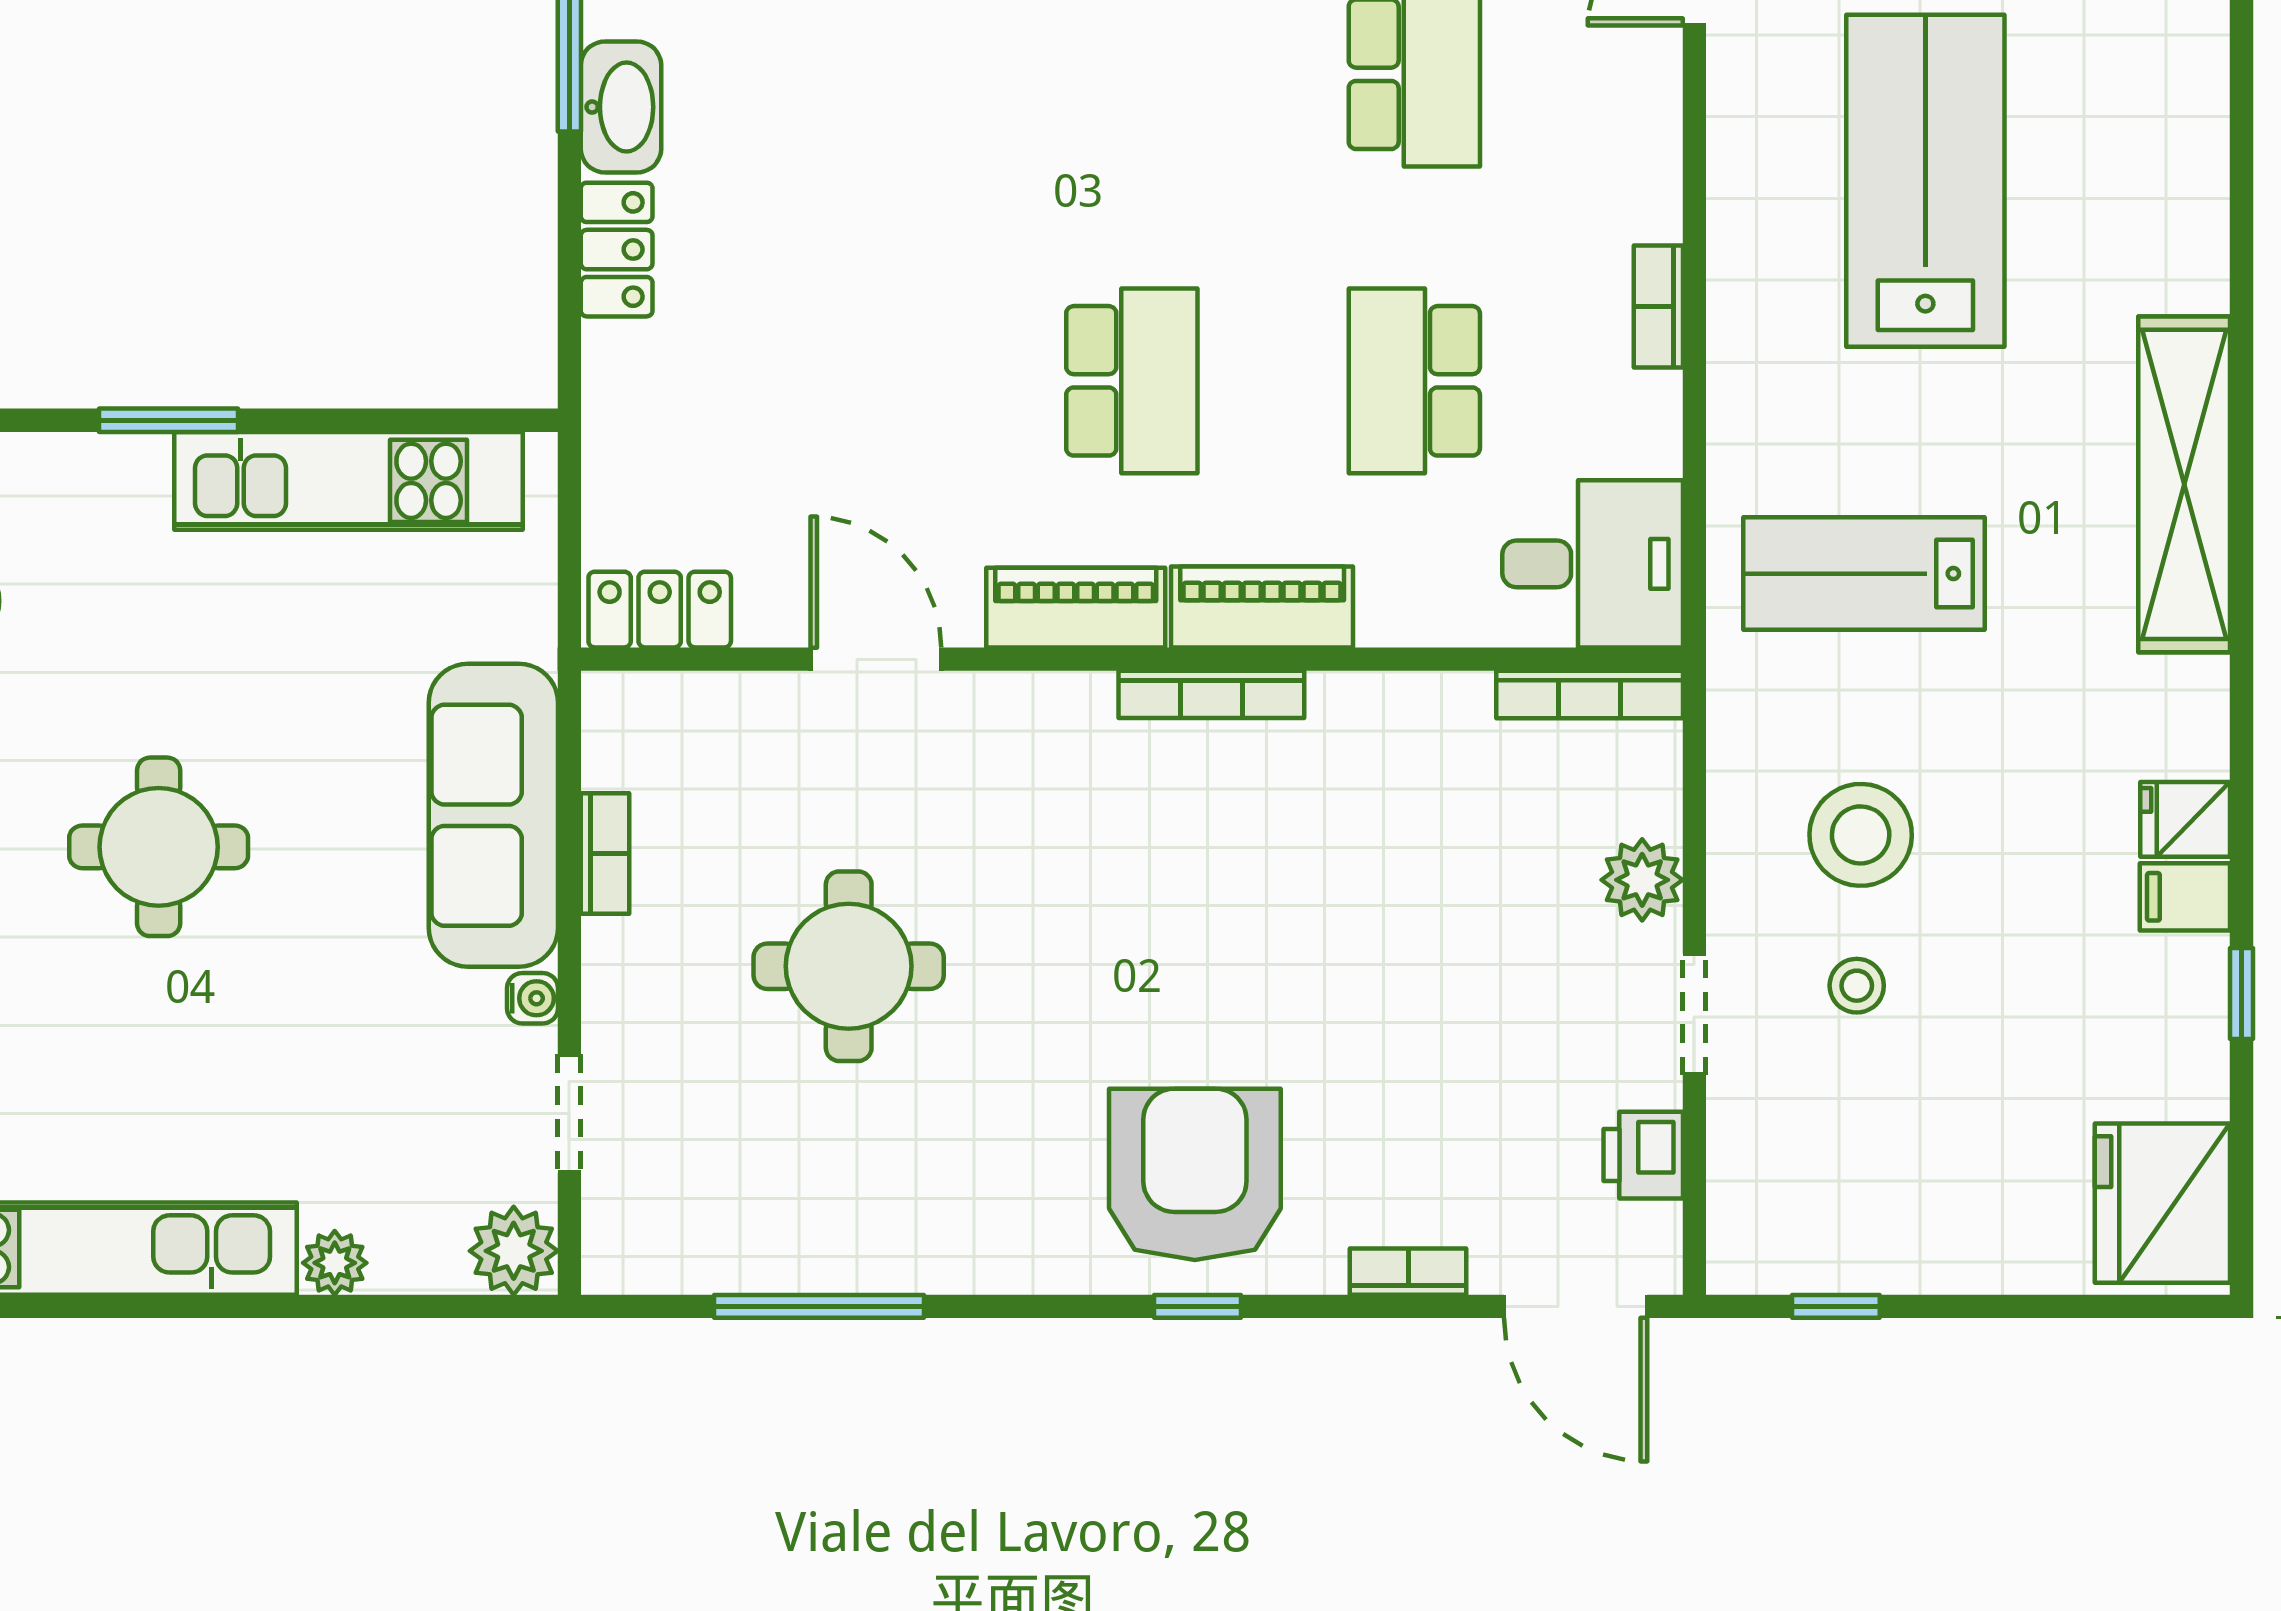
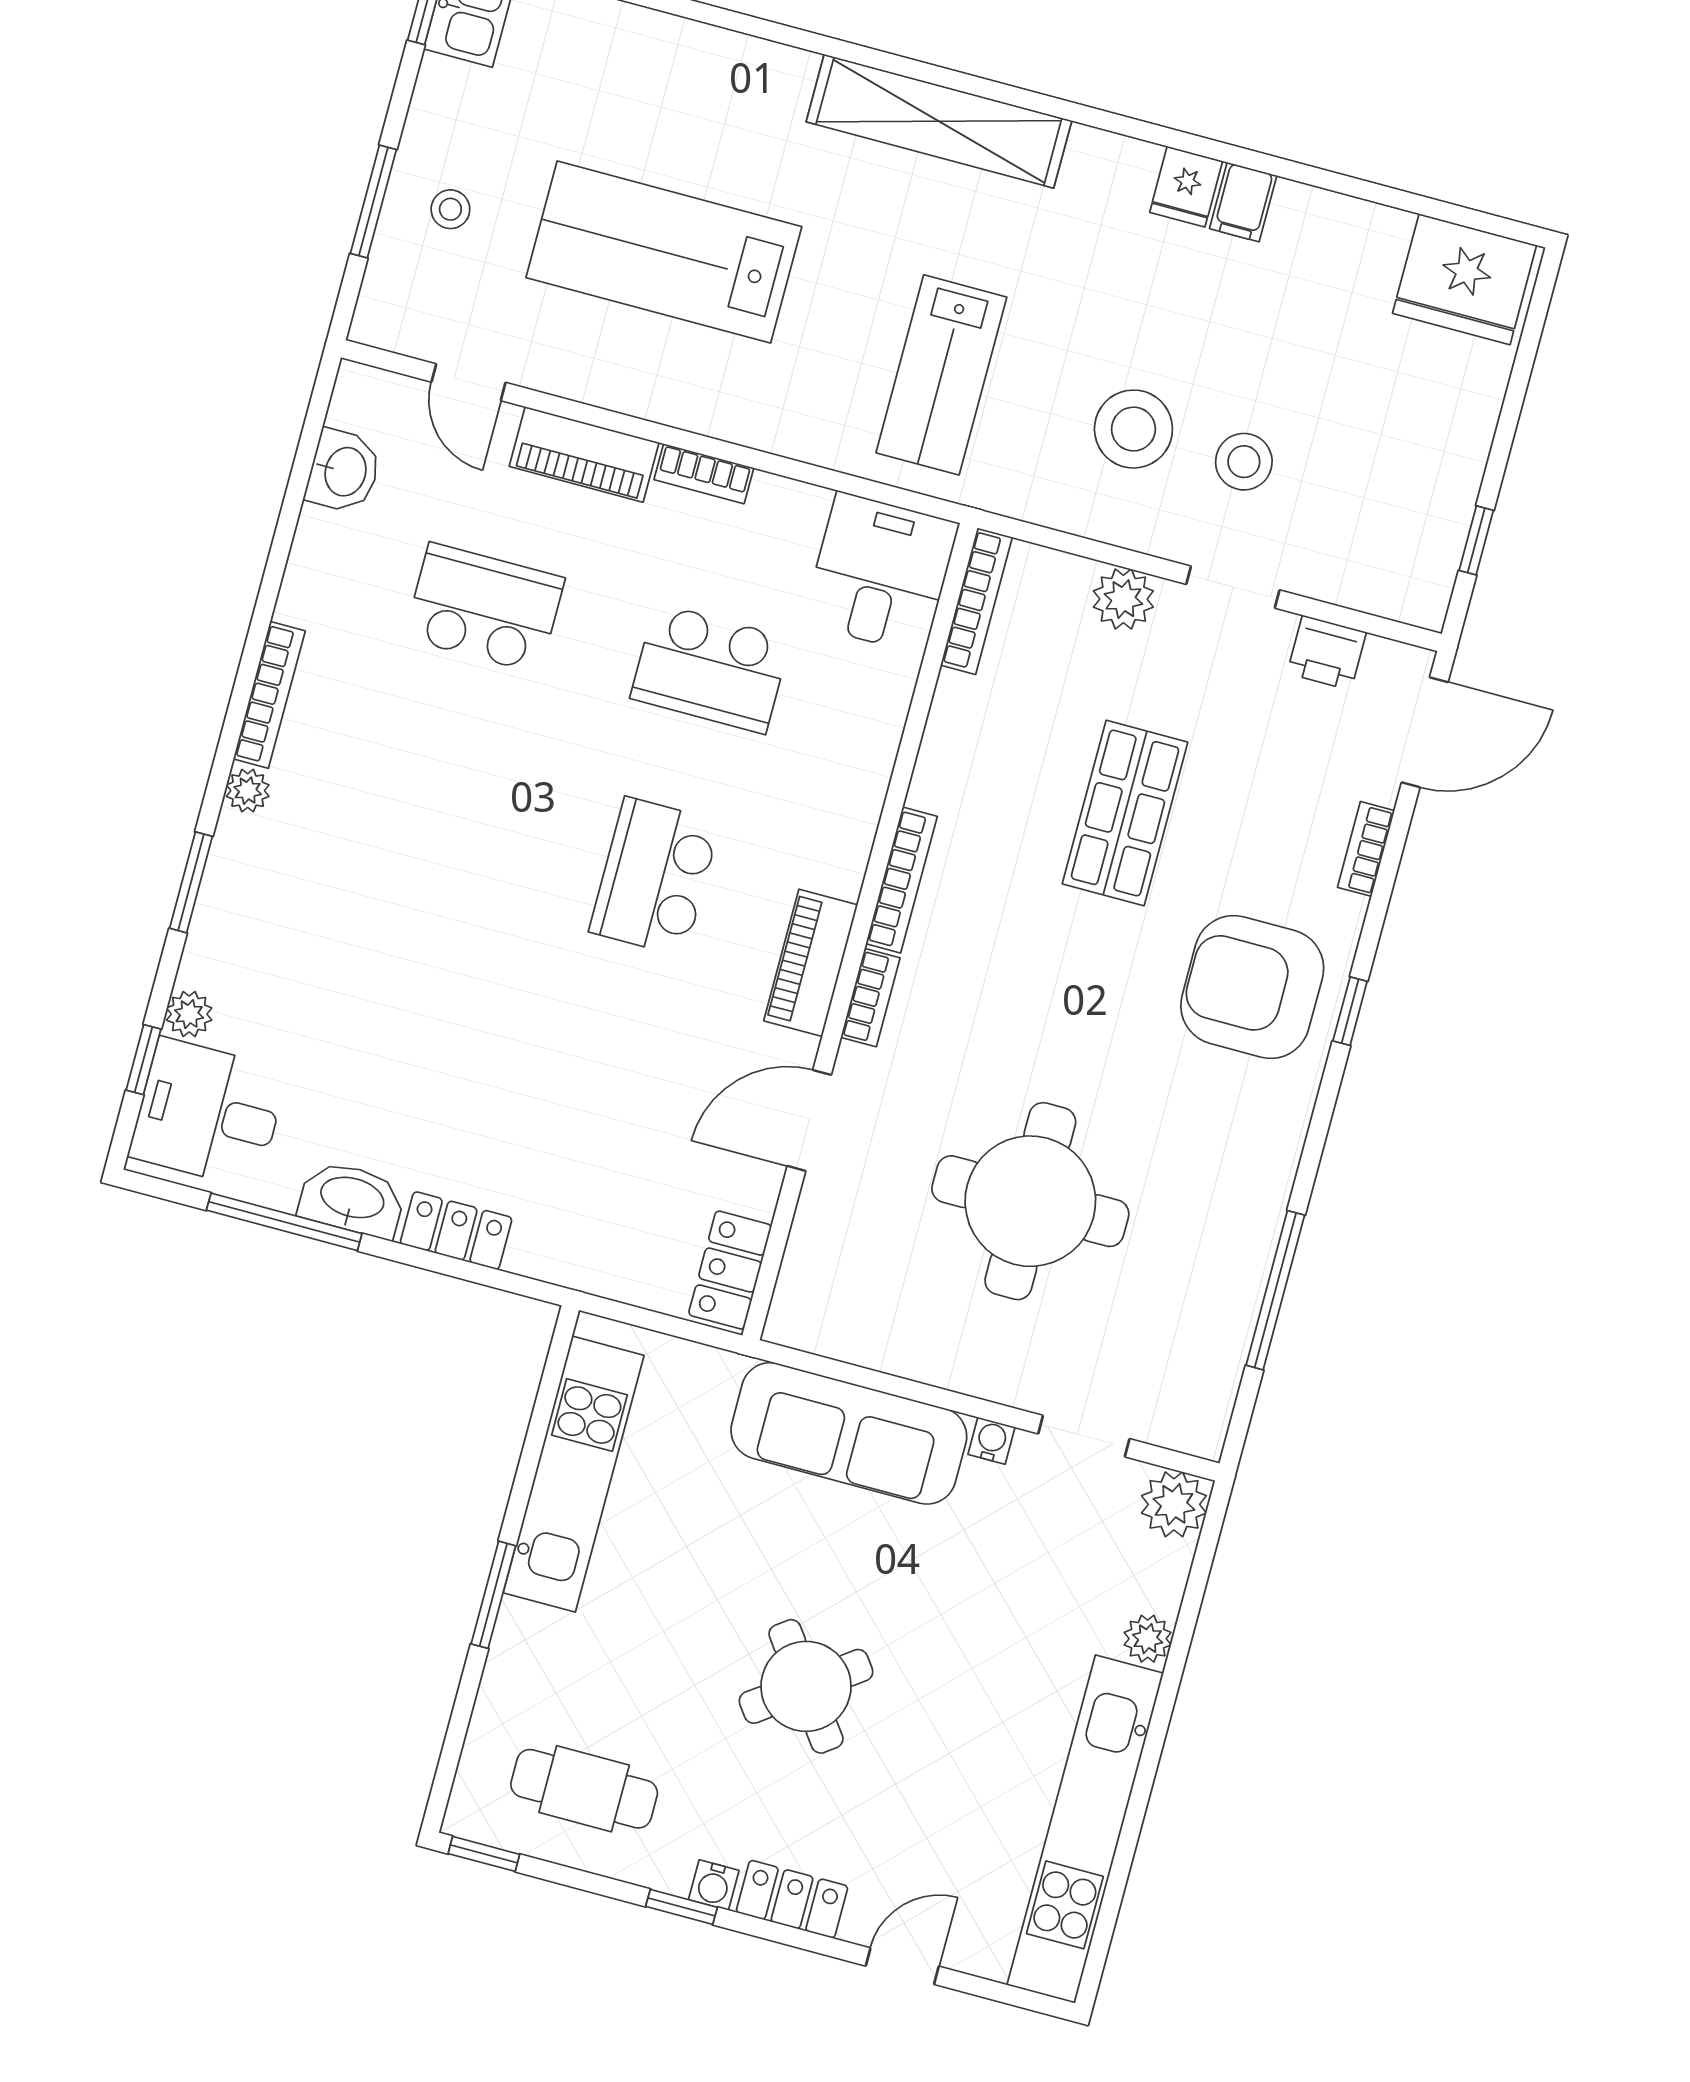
school desk: (1132, 381) -> (655, 877), turned -90
piano: (1262, 607) -> (584, 454), moved, turned -90
round table: (159, 847) -> (806, 1686), turned -36
bookcase: (605, 853) -> (870, 998), moved, turned 90
shop shelf: (1372, 954) -> (1125, 813), added
round table: (849, 966) -> (1030, 1201), width x1.36, depth x1.36
stool: (1857, 986) -> (1244, 462), width x1.37, depth x1.37
window: (2242, 994) -> (1326, 180), removed

